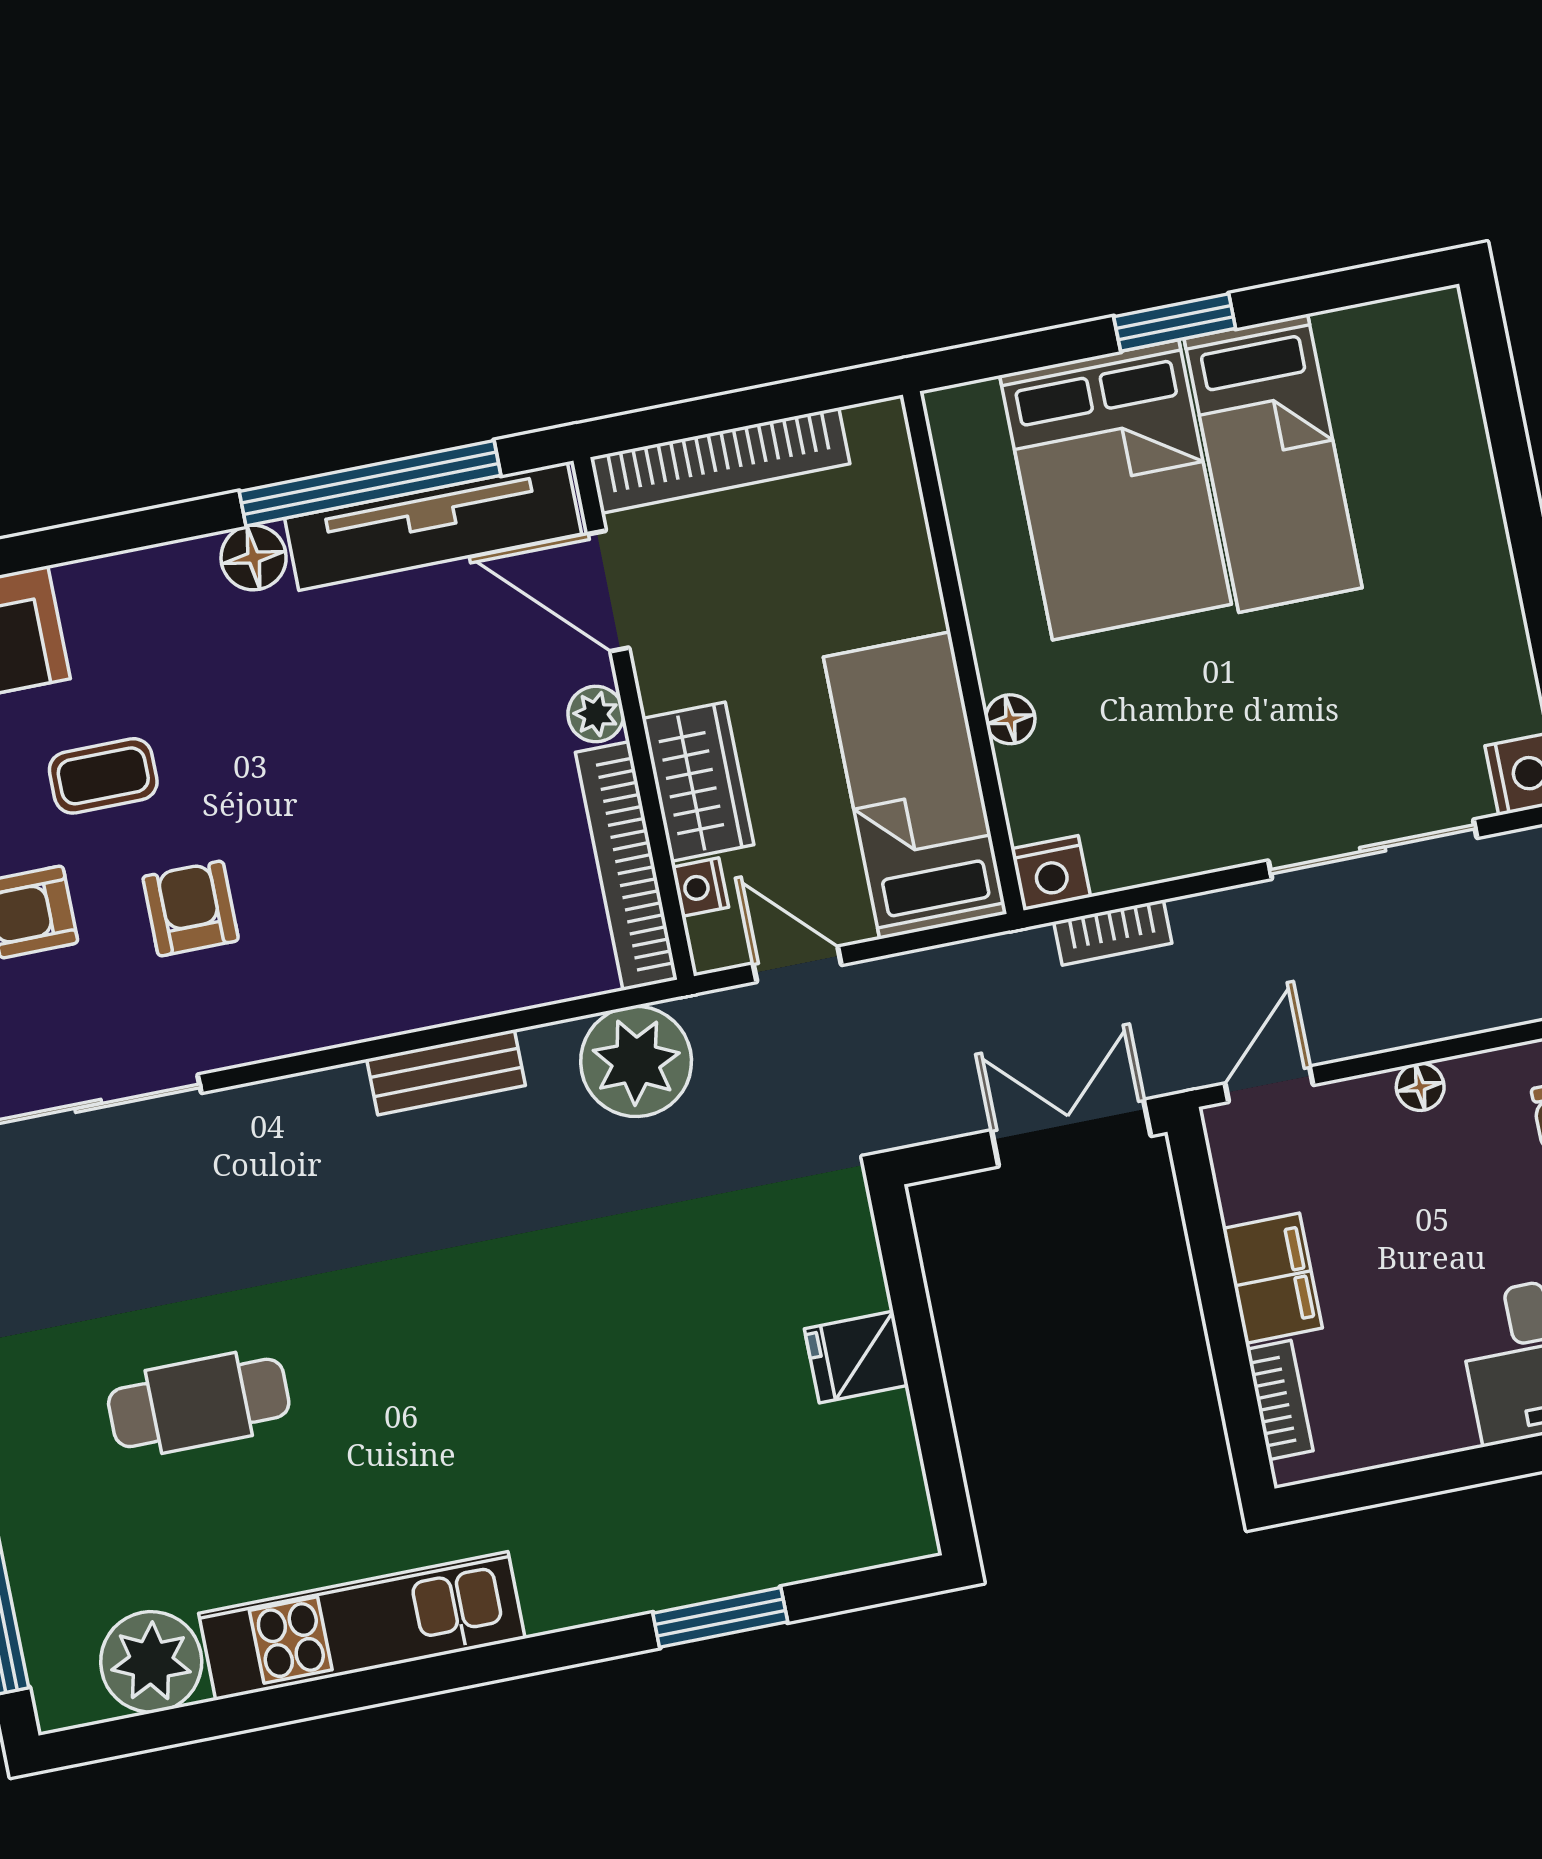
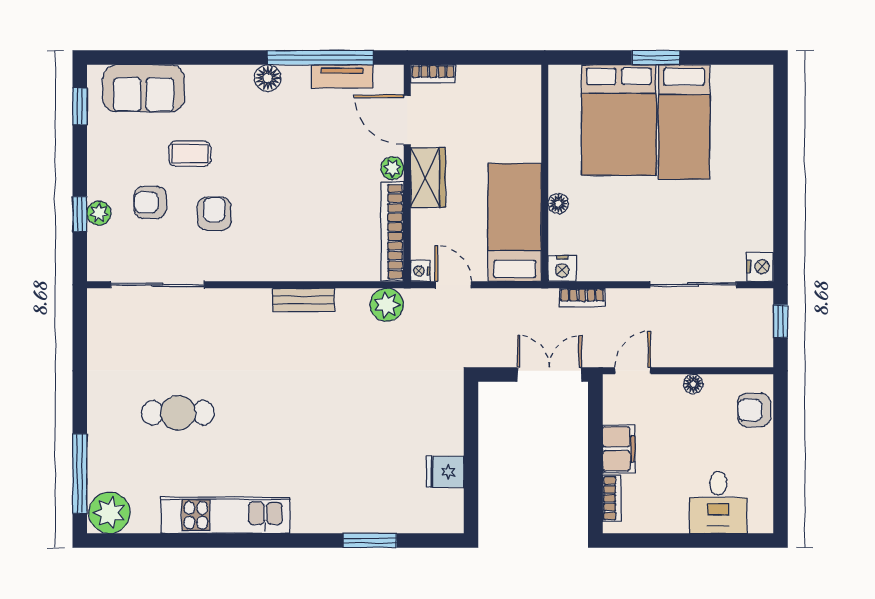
bookcase: (720, 461) -> (433, 74), width x0.43, depth x0.76
tv unit: (433, 526) -> (342, 76), width x0.52, depth x0.78
wardrobe: (698, 782) -> (428, 177), moved
nightstand: (700, 887) -> (420, 271), moved
plant: (636, 1061) -> (387, 305), width x0.73, depth x0.73
fridge: (856, 1357) -> (445, 472), moved
plant: (151, 1662) -> (109, 513), moved

